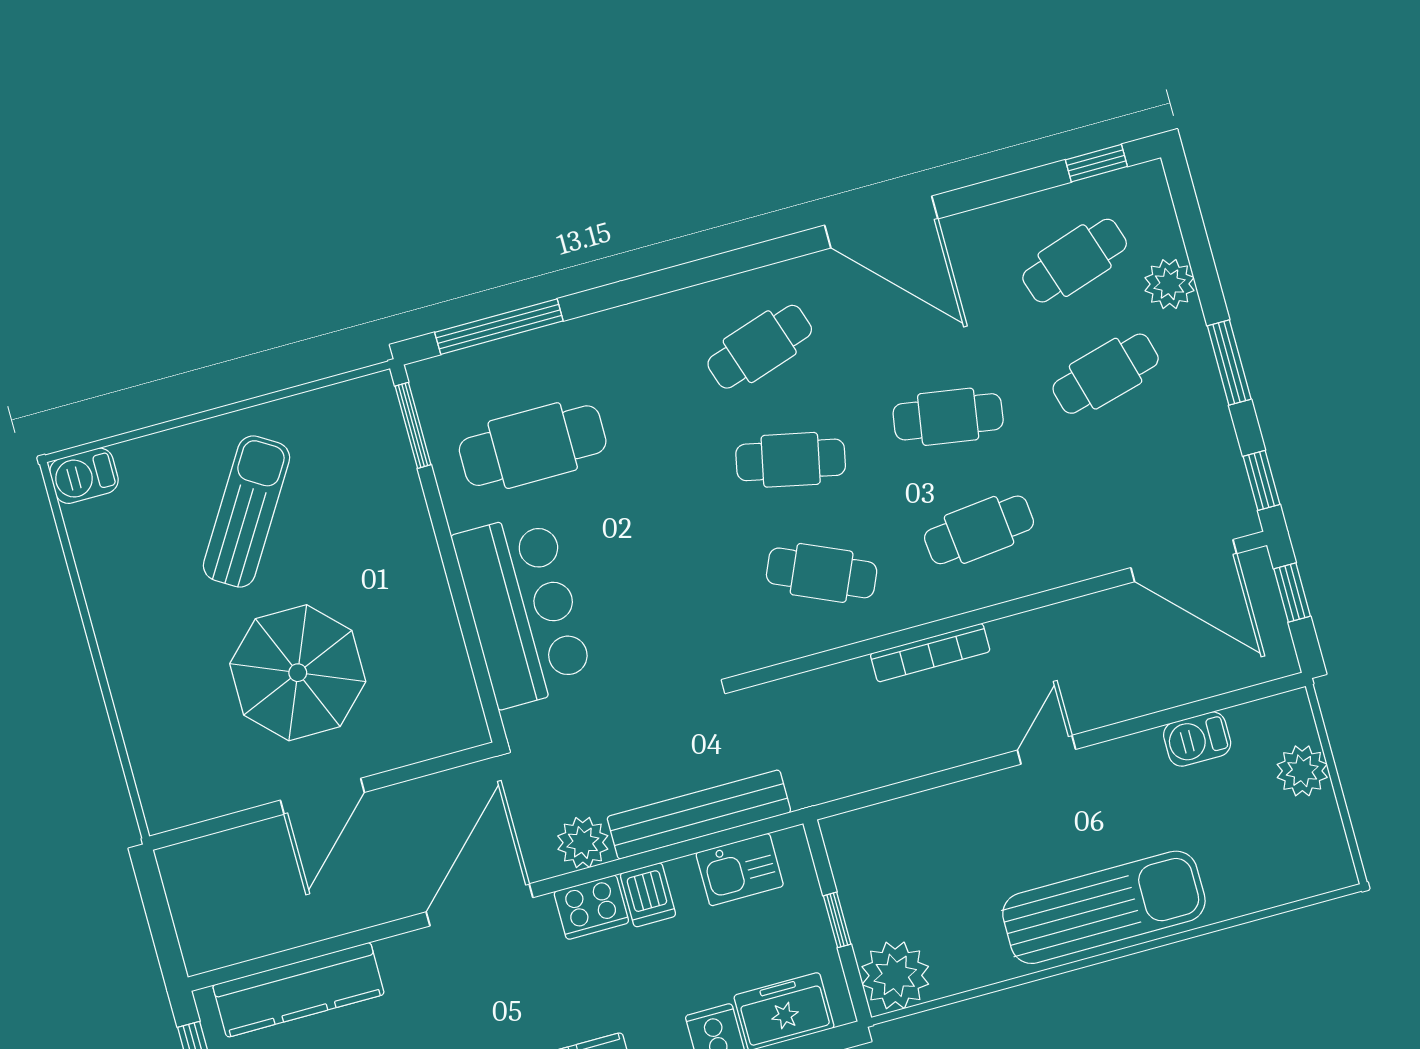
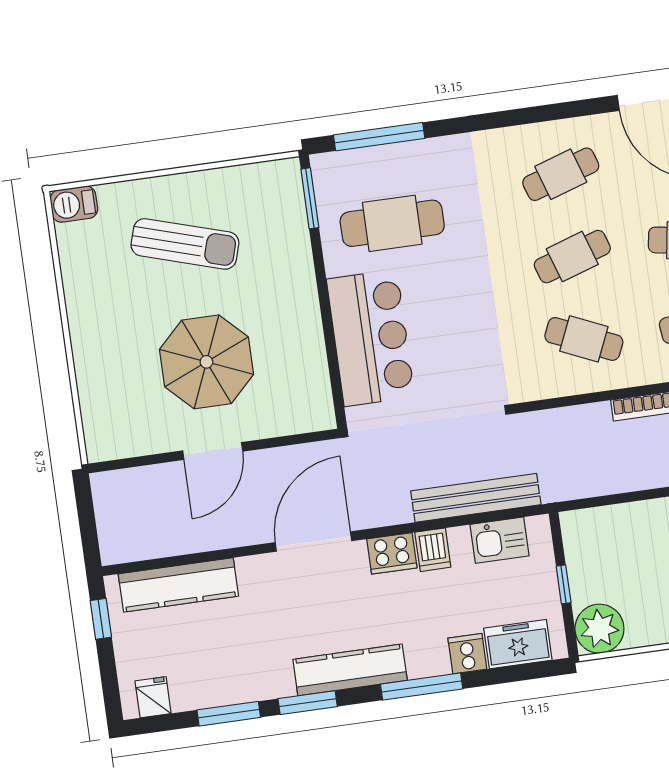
cafe table: (791, 460) -> (572, 257), turned -30
sun lounger: (247, 512) -> (185, 244), turned 75
plant: (583, 842) -> (392, 507), removed

